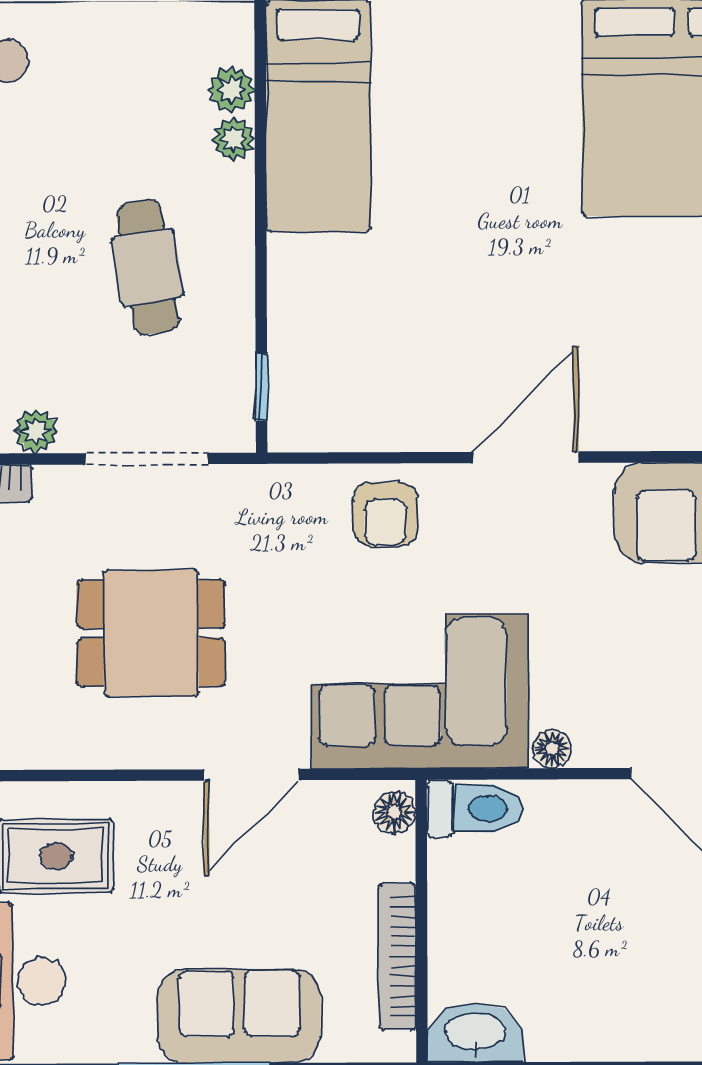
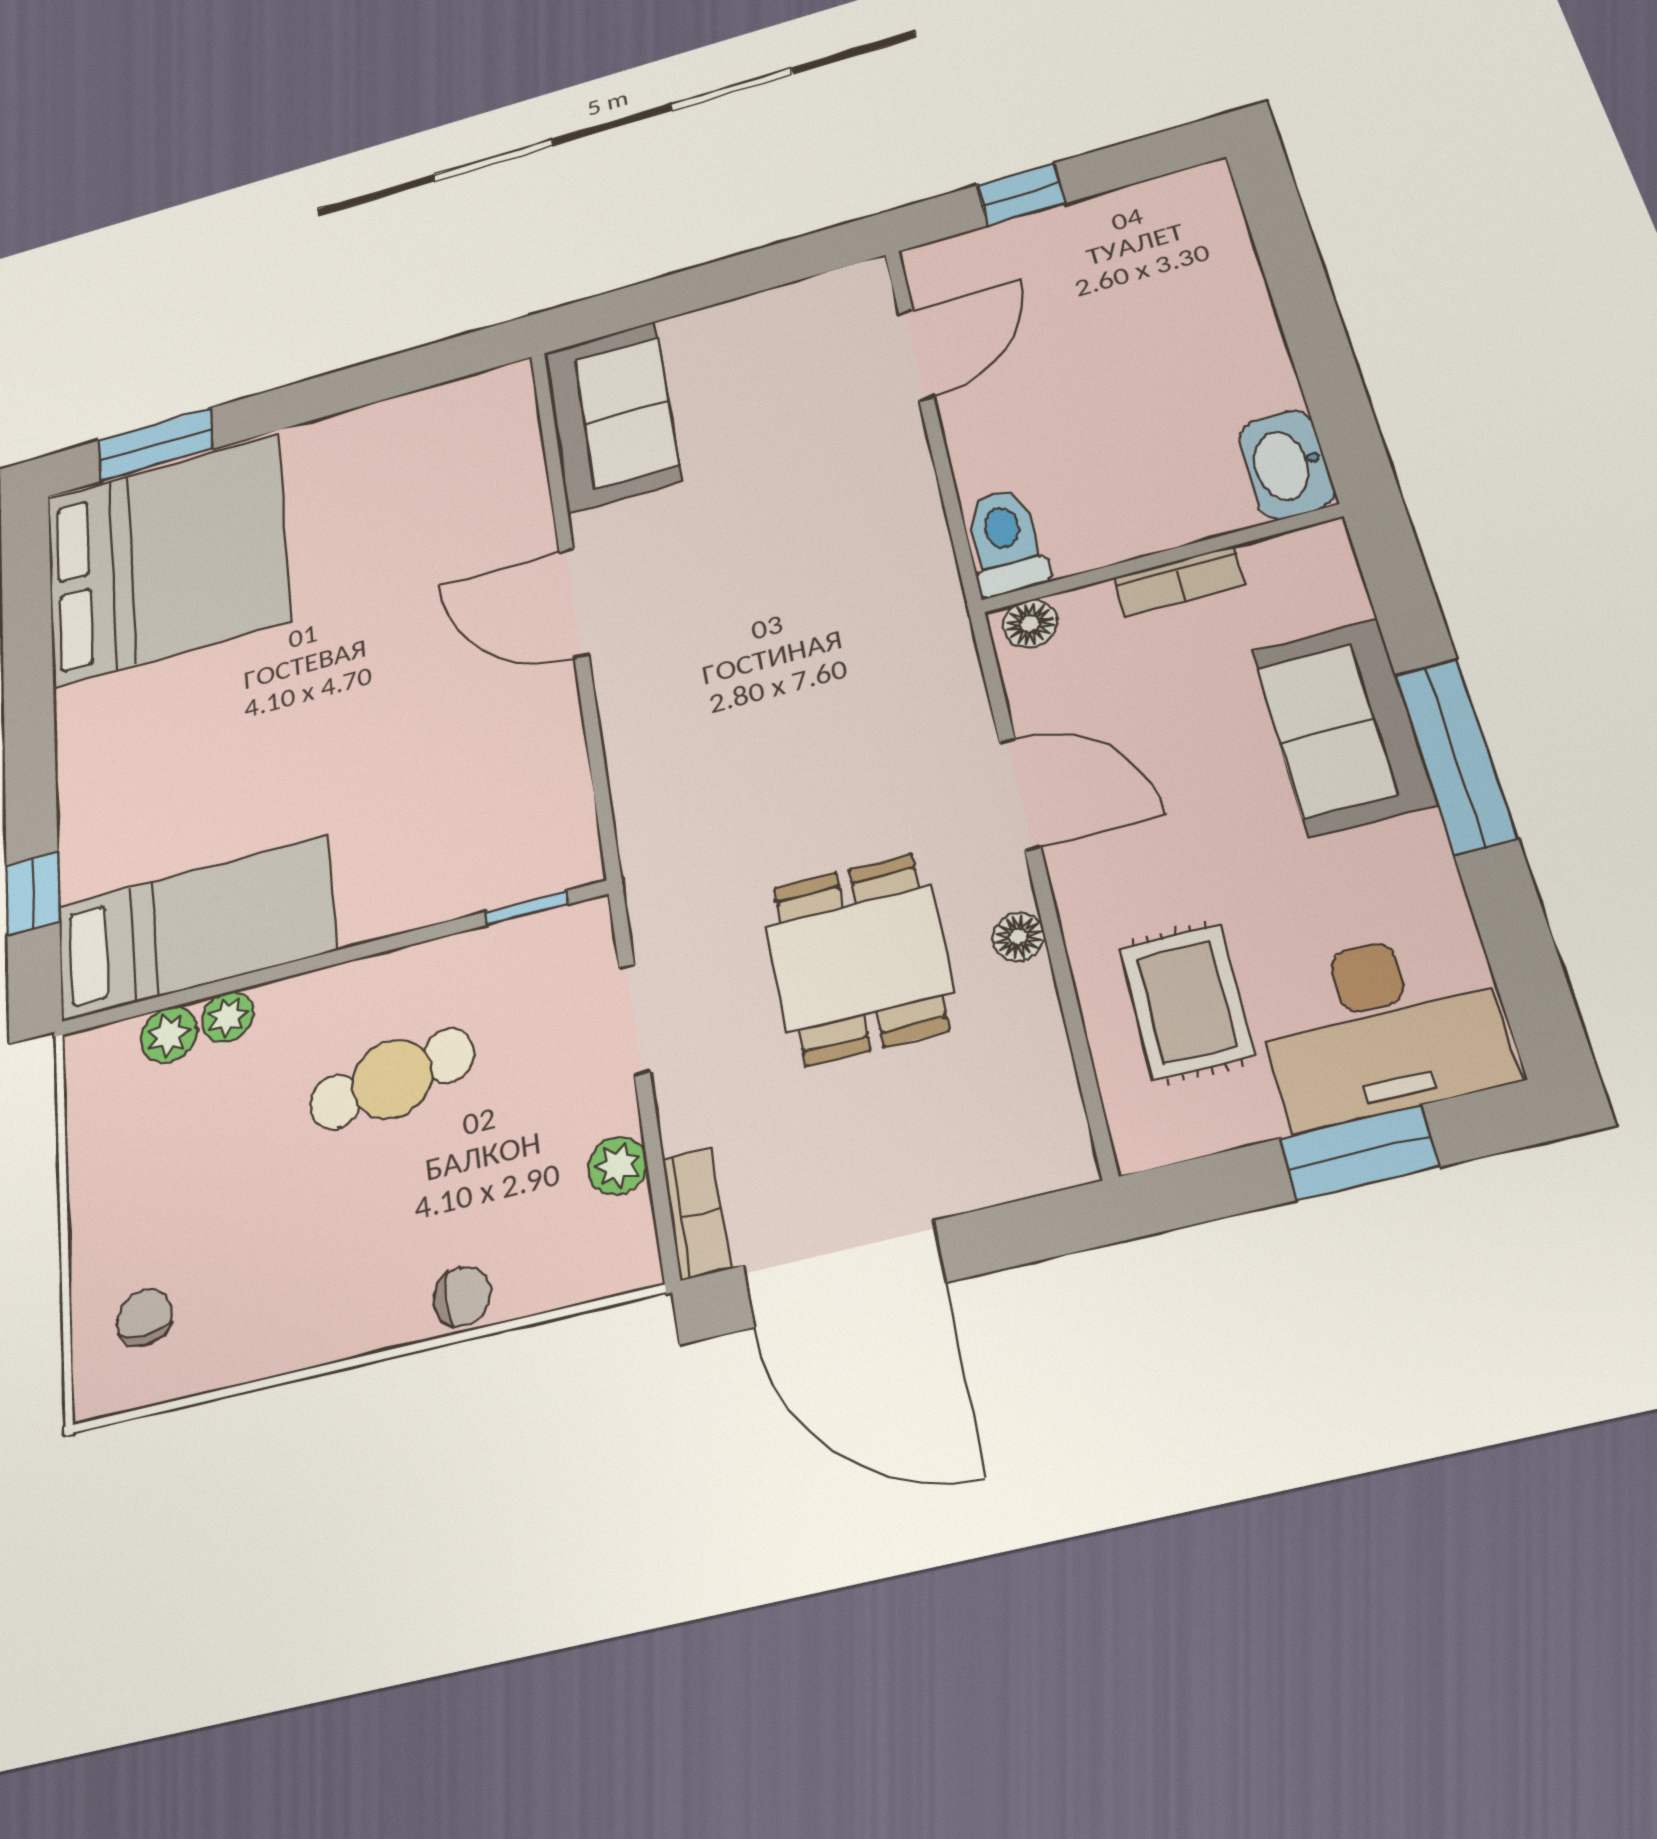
doorway: (147, 459) -> (634, 1020), width x0.73
armchair: (385, 514) -> (663, 731), removed
corner sofa: (420, 691) -> (873, 637), removed
floor lamp: (552, 749) -> (1018, 937), moved
bookcase: (397, 957) -> (1179, 581), width x0.64

